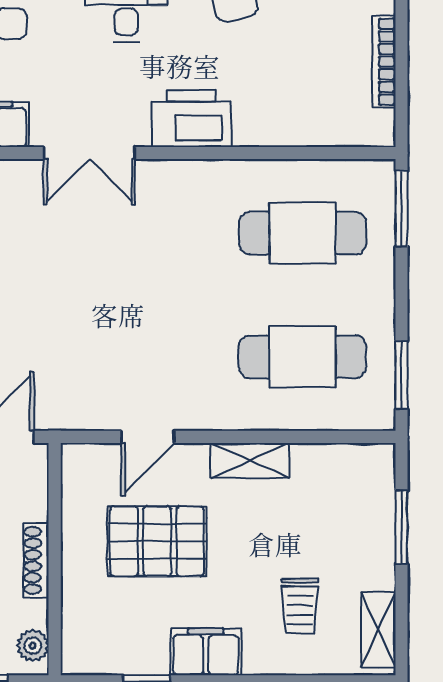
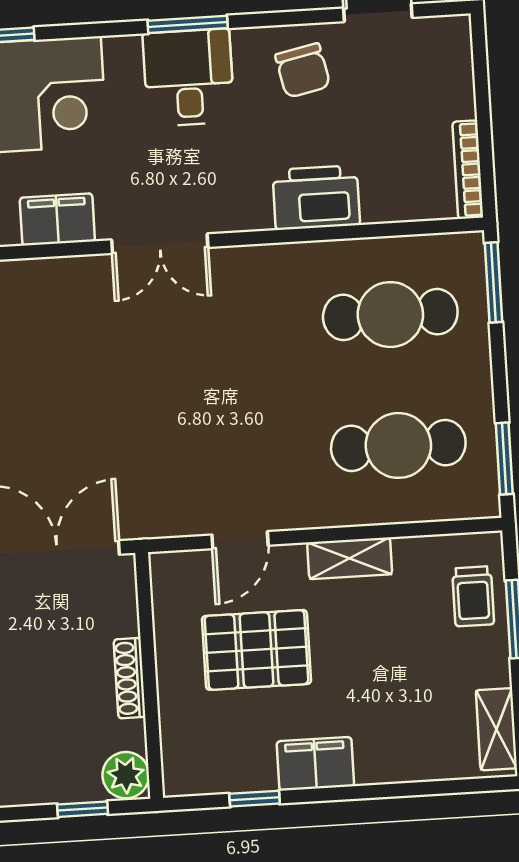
bookcase: (384, 62) -> (468, 170), moved
printer: (192, 119) -> (316, 198), moved
trolley: (300, 606) -> (473, 596), moved
plant: (33, 646) -> (126, 775), width x1.38, depth x1.38

